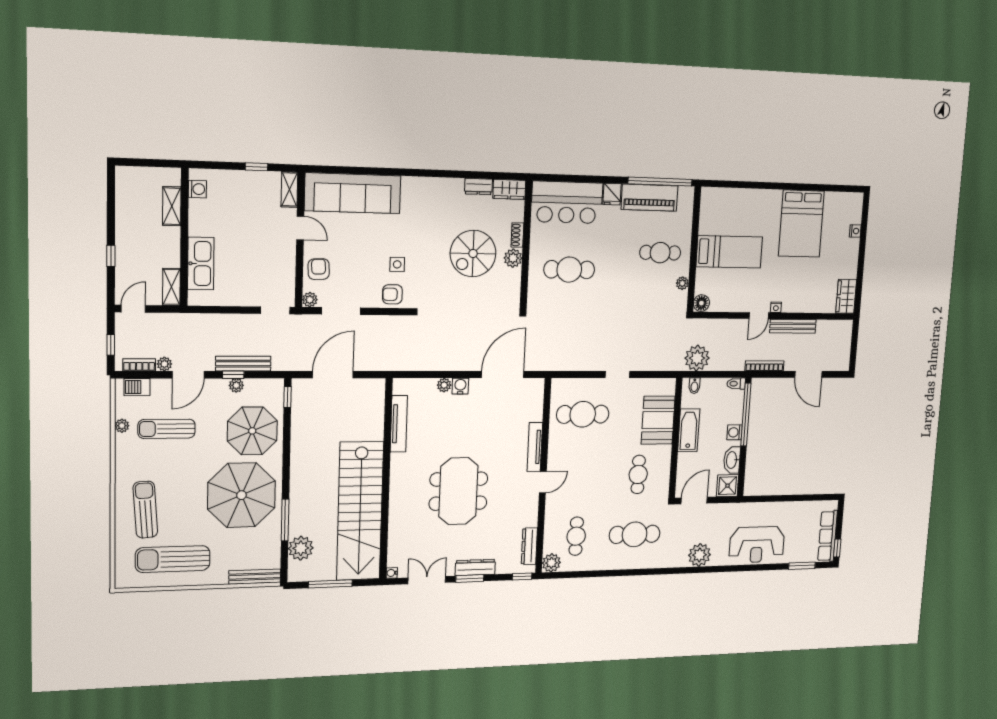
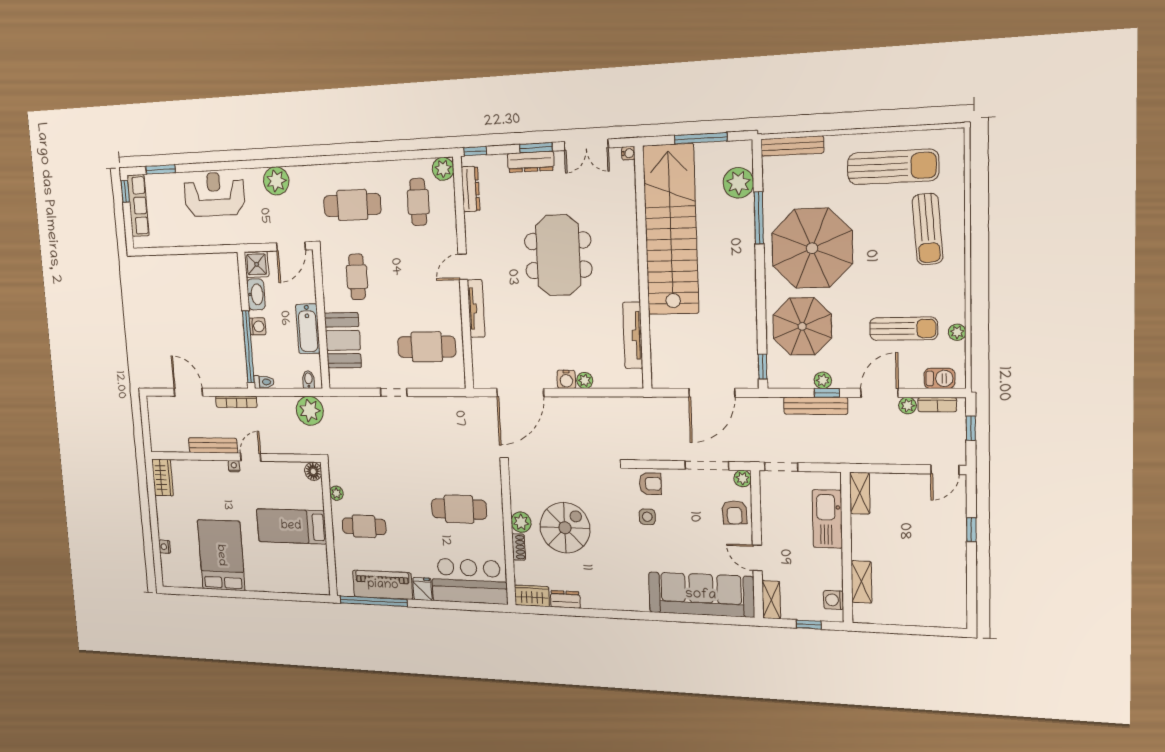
washing machine: (197, 189) -> (834, 600), moved
shelving: (172, 206) -> (861, 582), moved
wall: (184, 237) -> (847, 548), moved
kitchen sink: (201, 264) -> (827, 519), moved
shelving: (171, 287) -> (860, 493), moved

